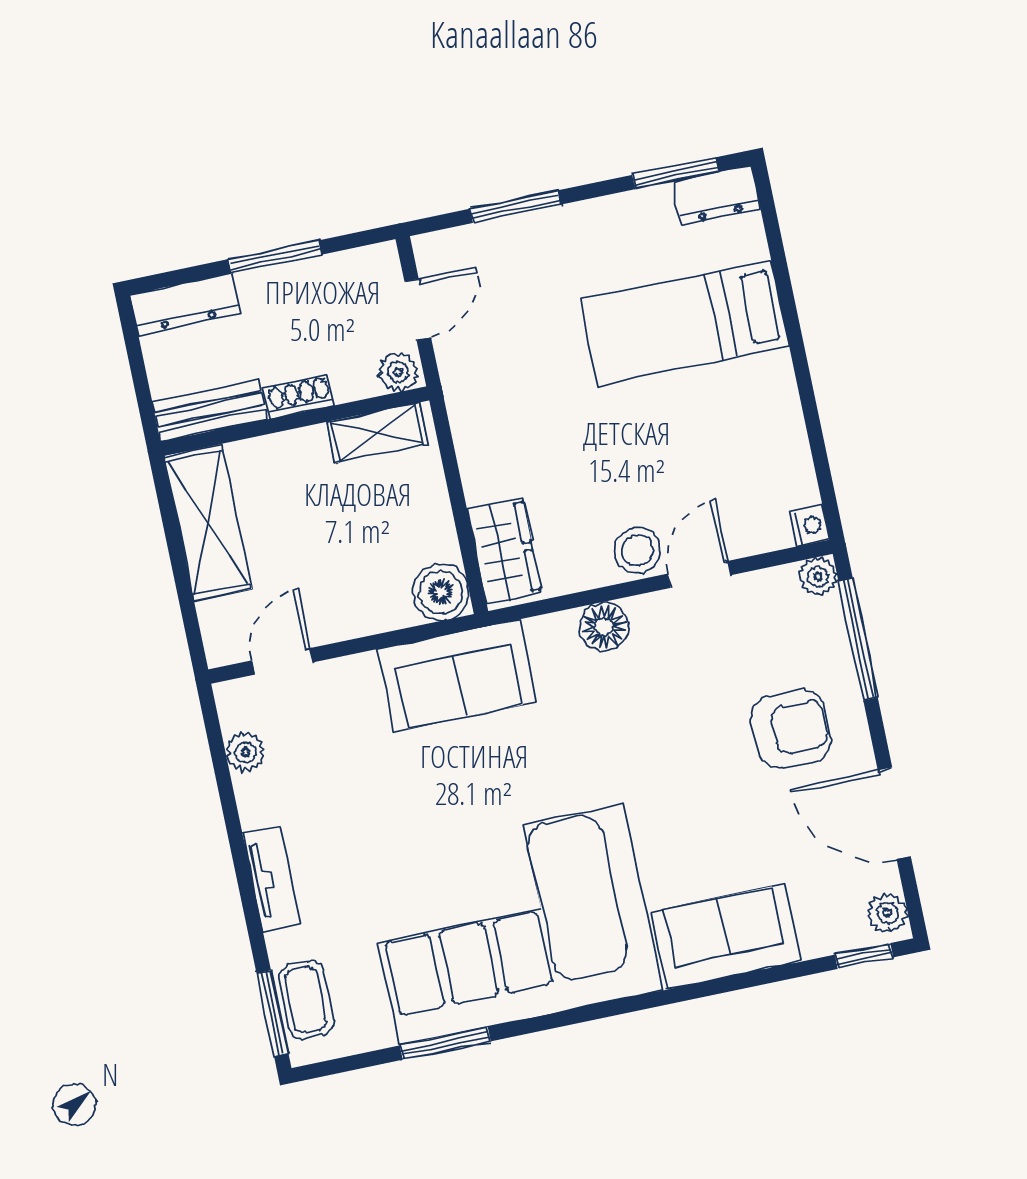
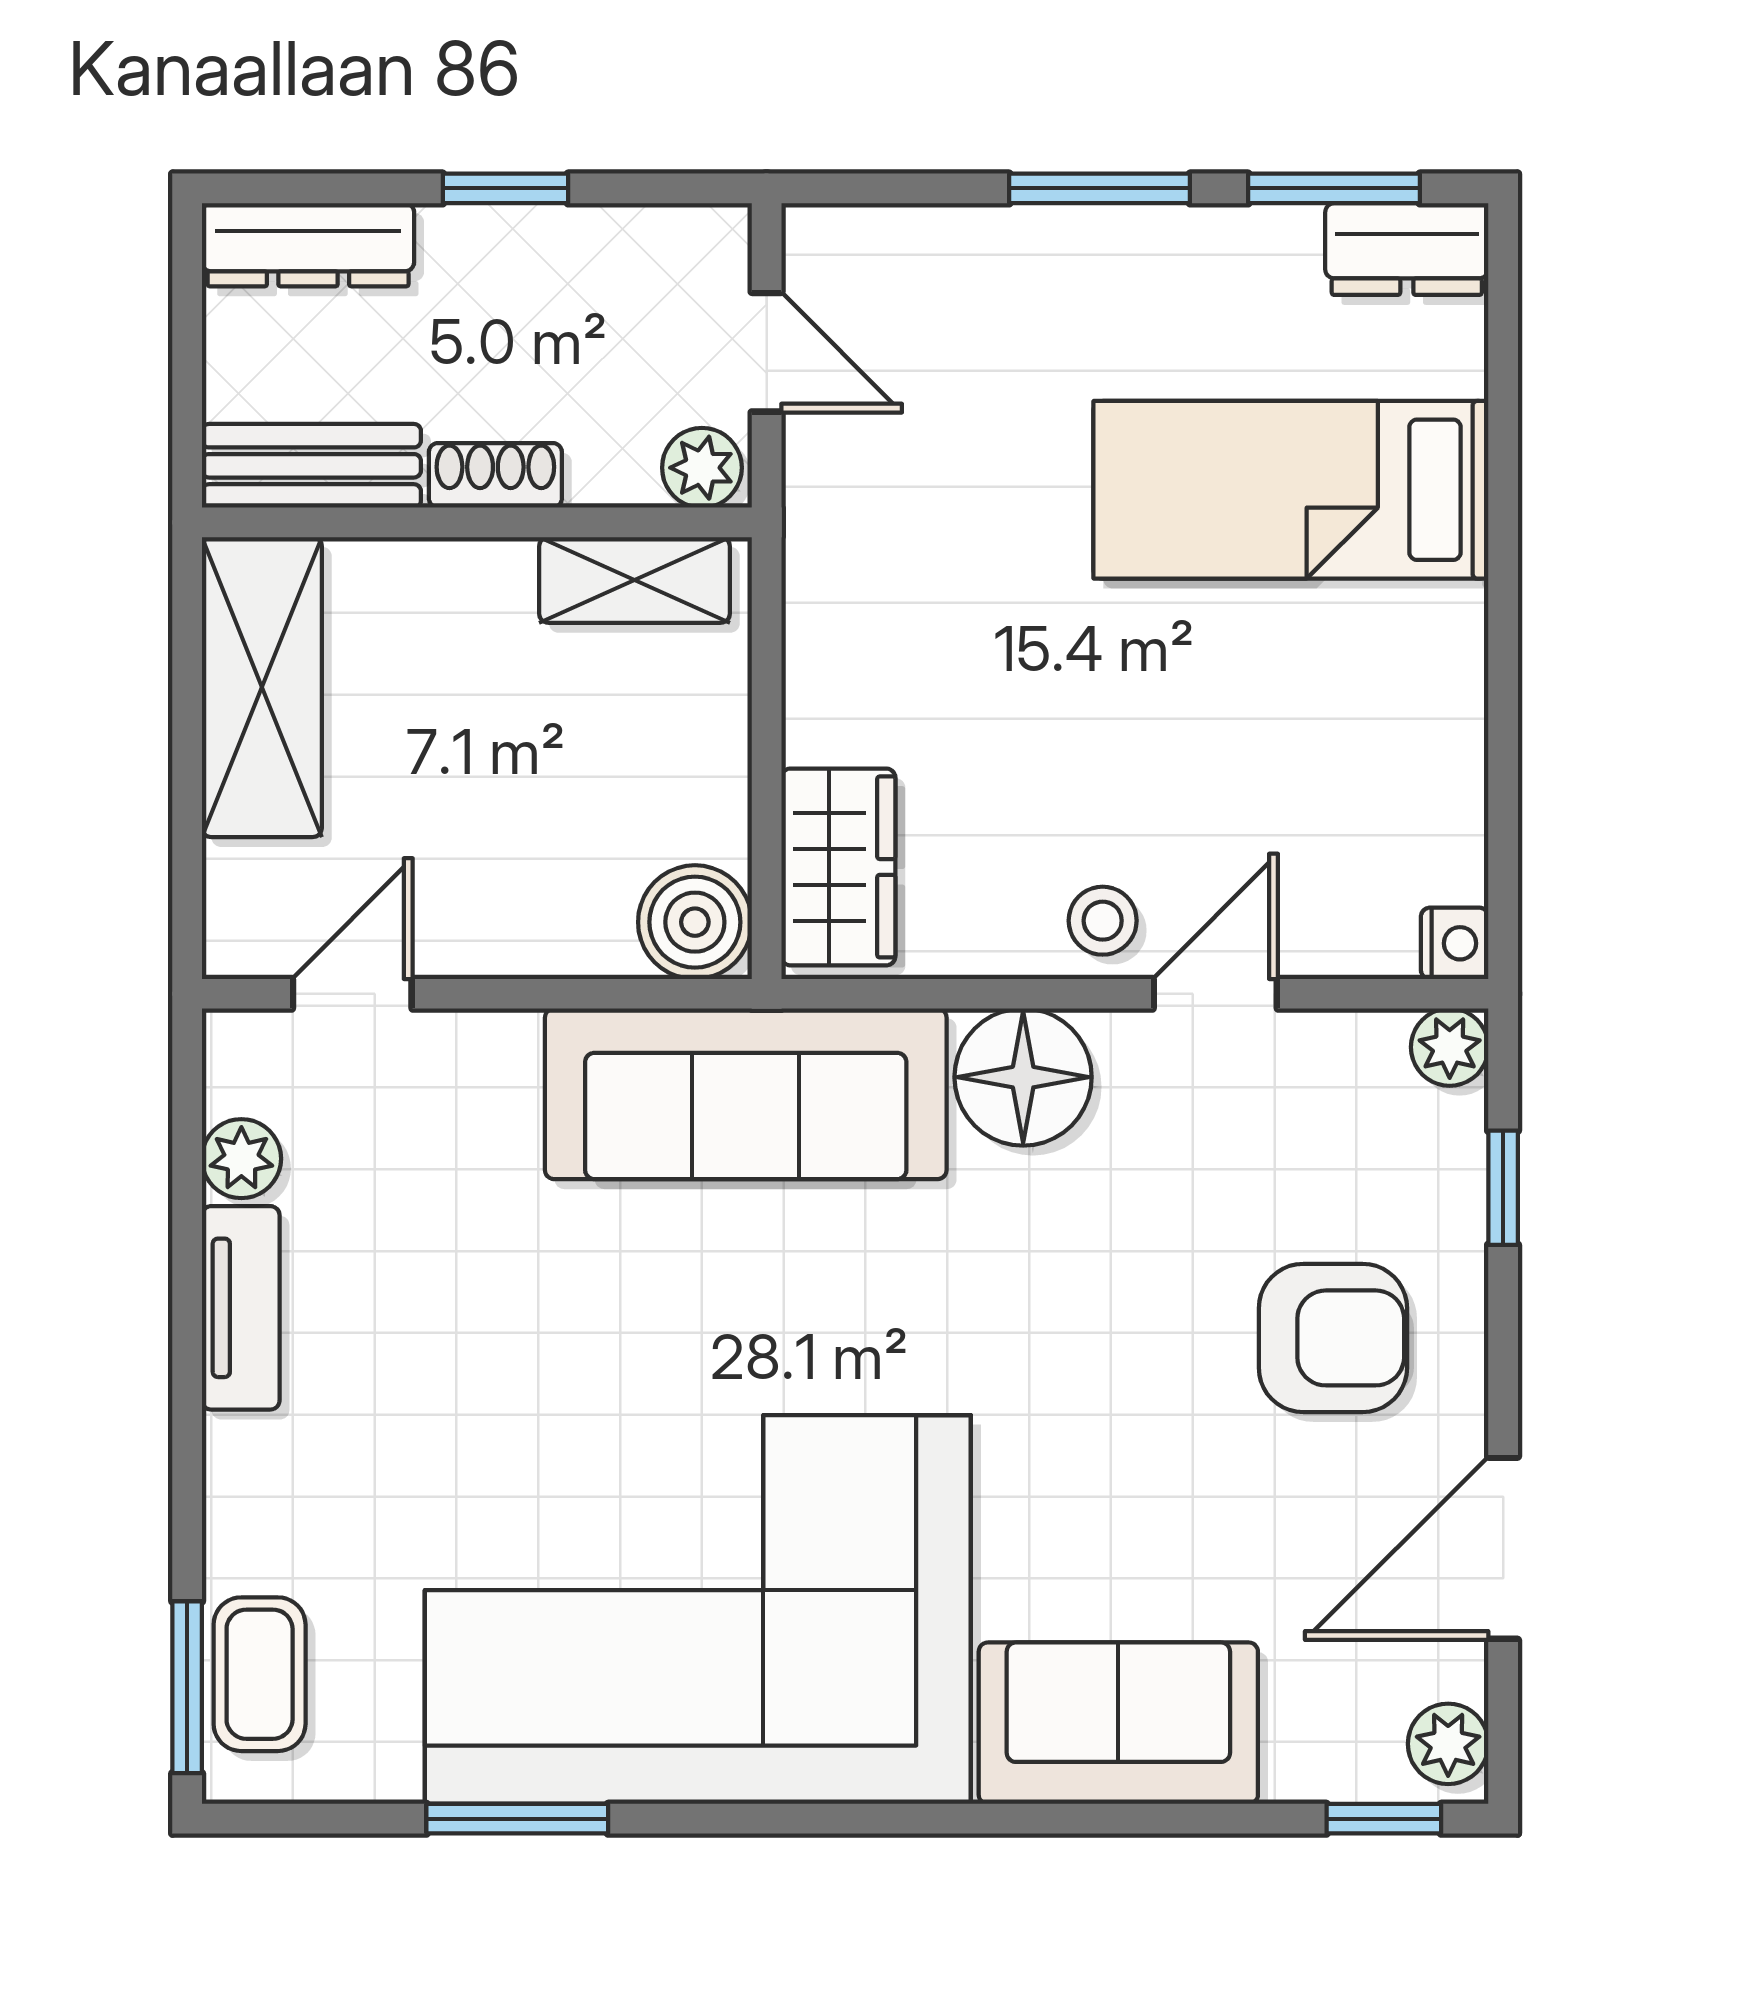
window: (515, 207) -> (1100, 188), moved
window: (275, 257) -> (505, 188), width x0.67
door: (418, 310) -> (767, 352), hinge flipped
stool: (638, 550) -> (1103, 921), width x0.73, depth x0.73
floor lamp: (604, 627) -> (1023, 1077), width x1.38, depth x1.38
window: (858, 639) -> (1503, 1188), width x0.46
sofa: (457, 675) -> (746, 1094), width x1.36
door: (894, 813) -> (1503, 1548), hinge flipped
tv unit: (271, 878) -> (241, 1308), moved

